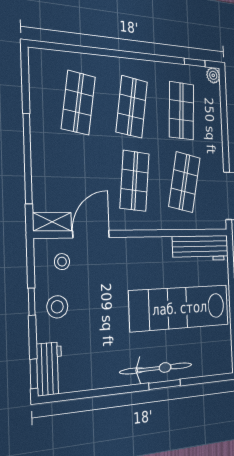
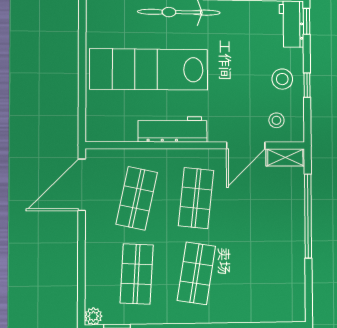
shop shelf: (78, 103) -> (255, 273), removed
workbench: (201, 248) -> (173, 129), moved
lab bench: (180, 308) -> (149, 69), turned 180

